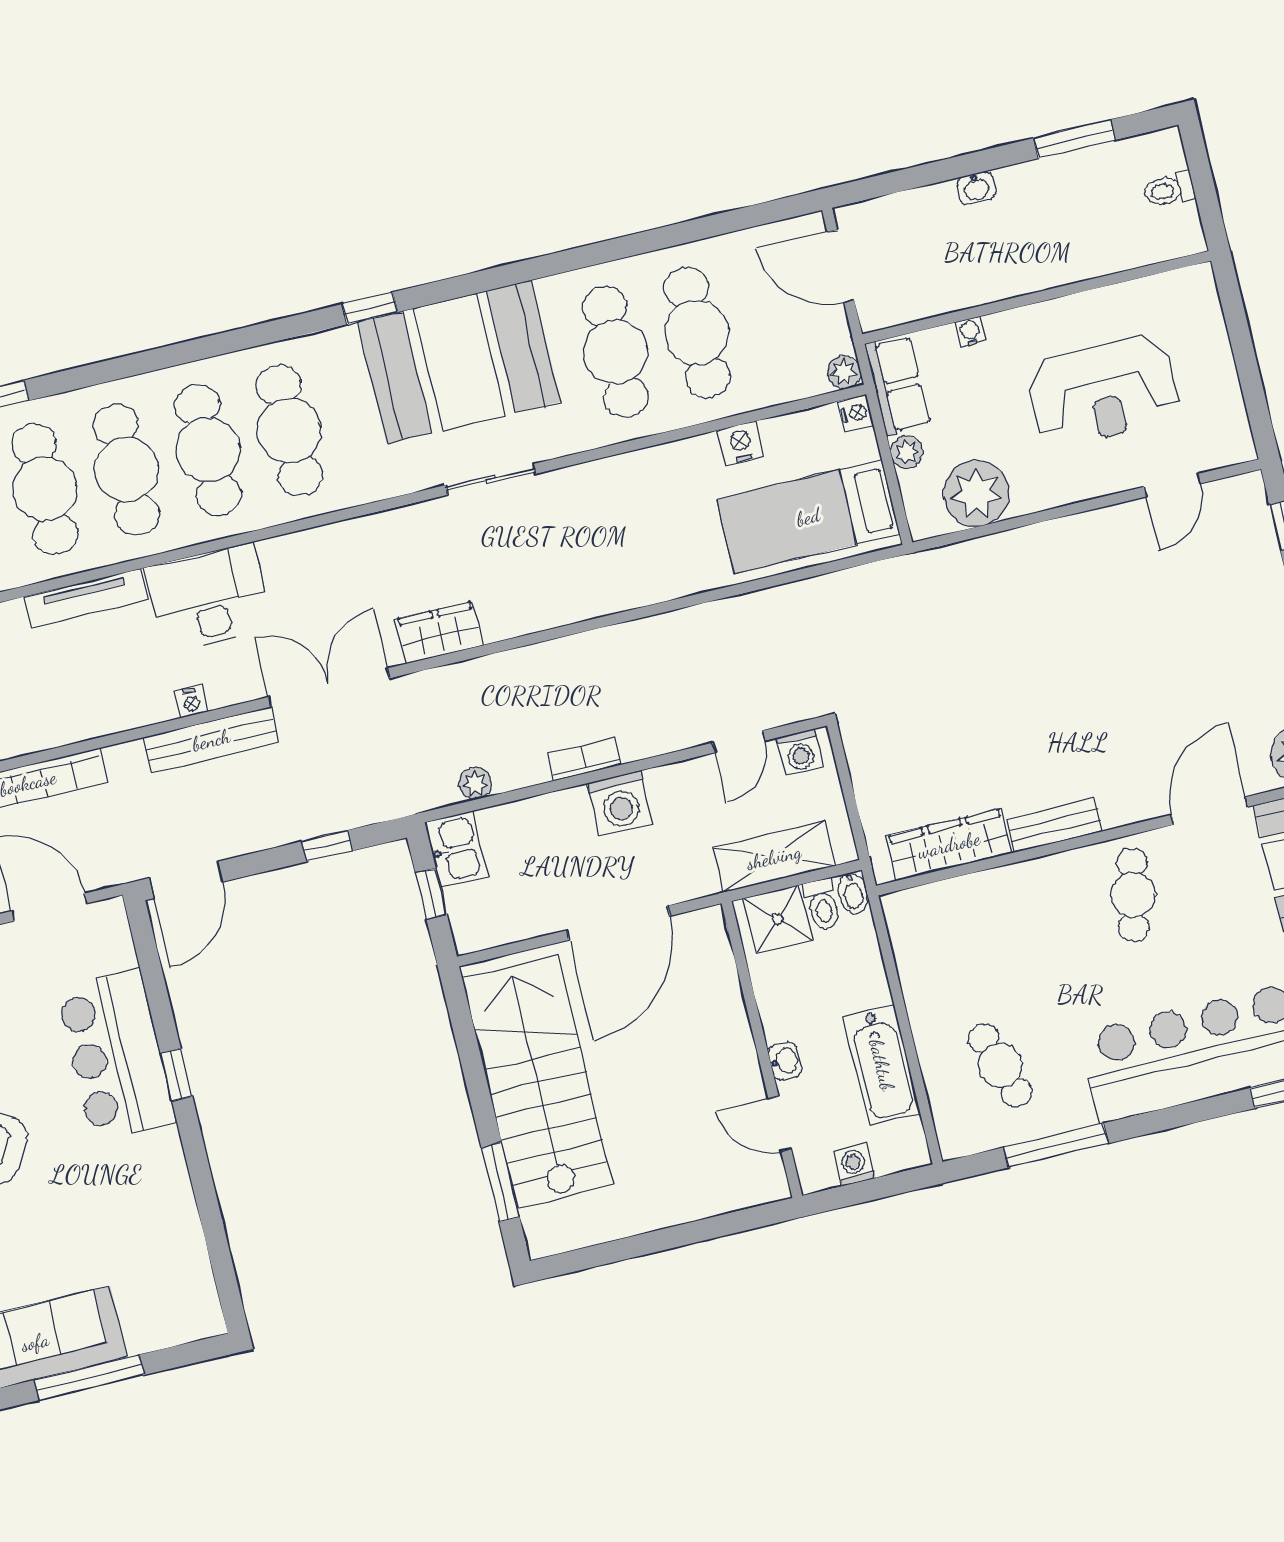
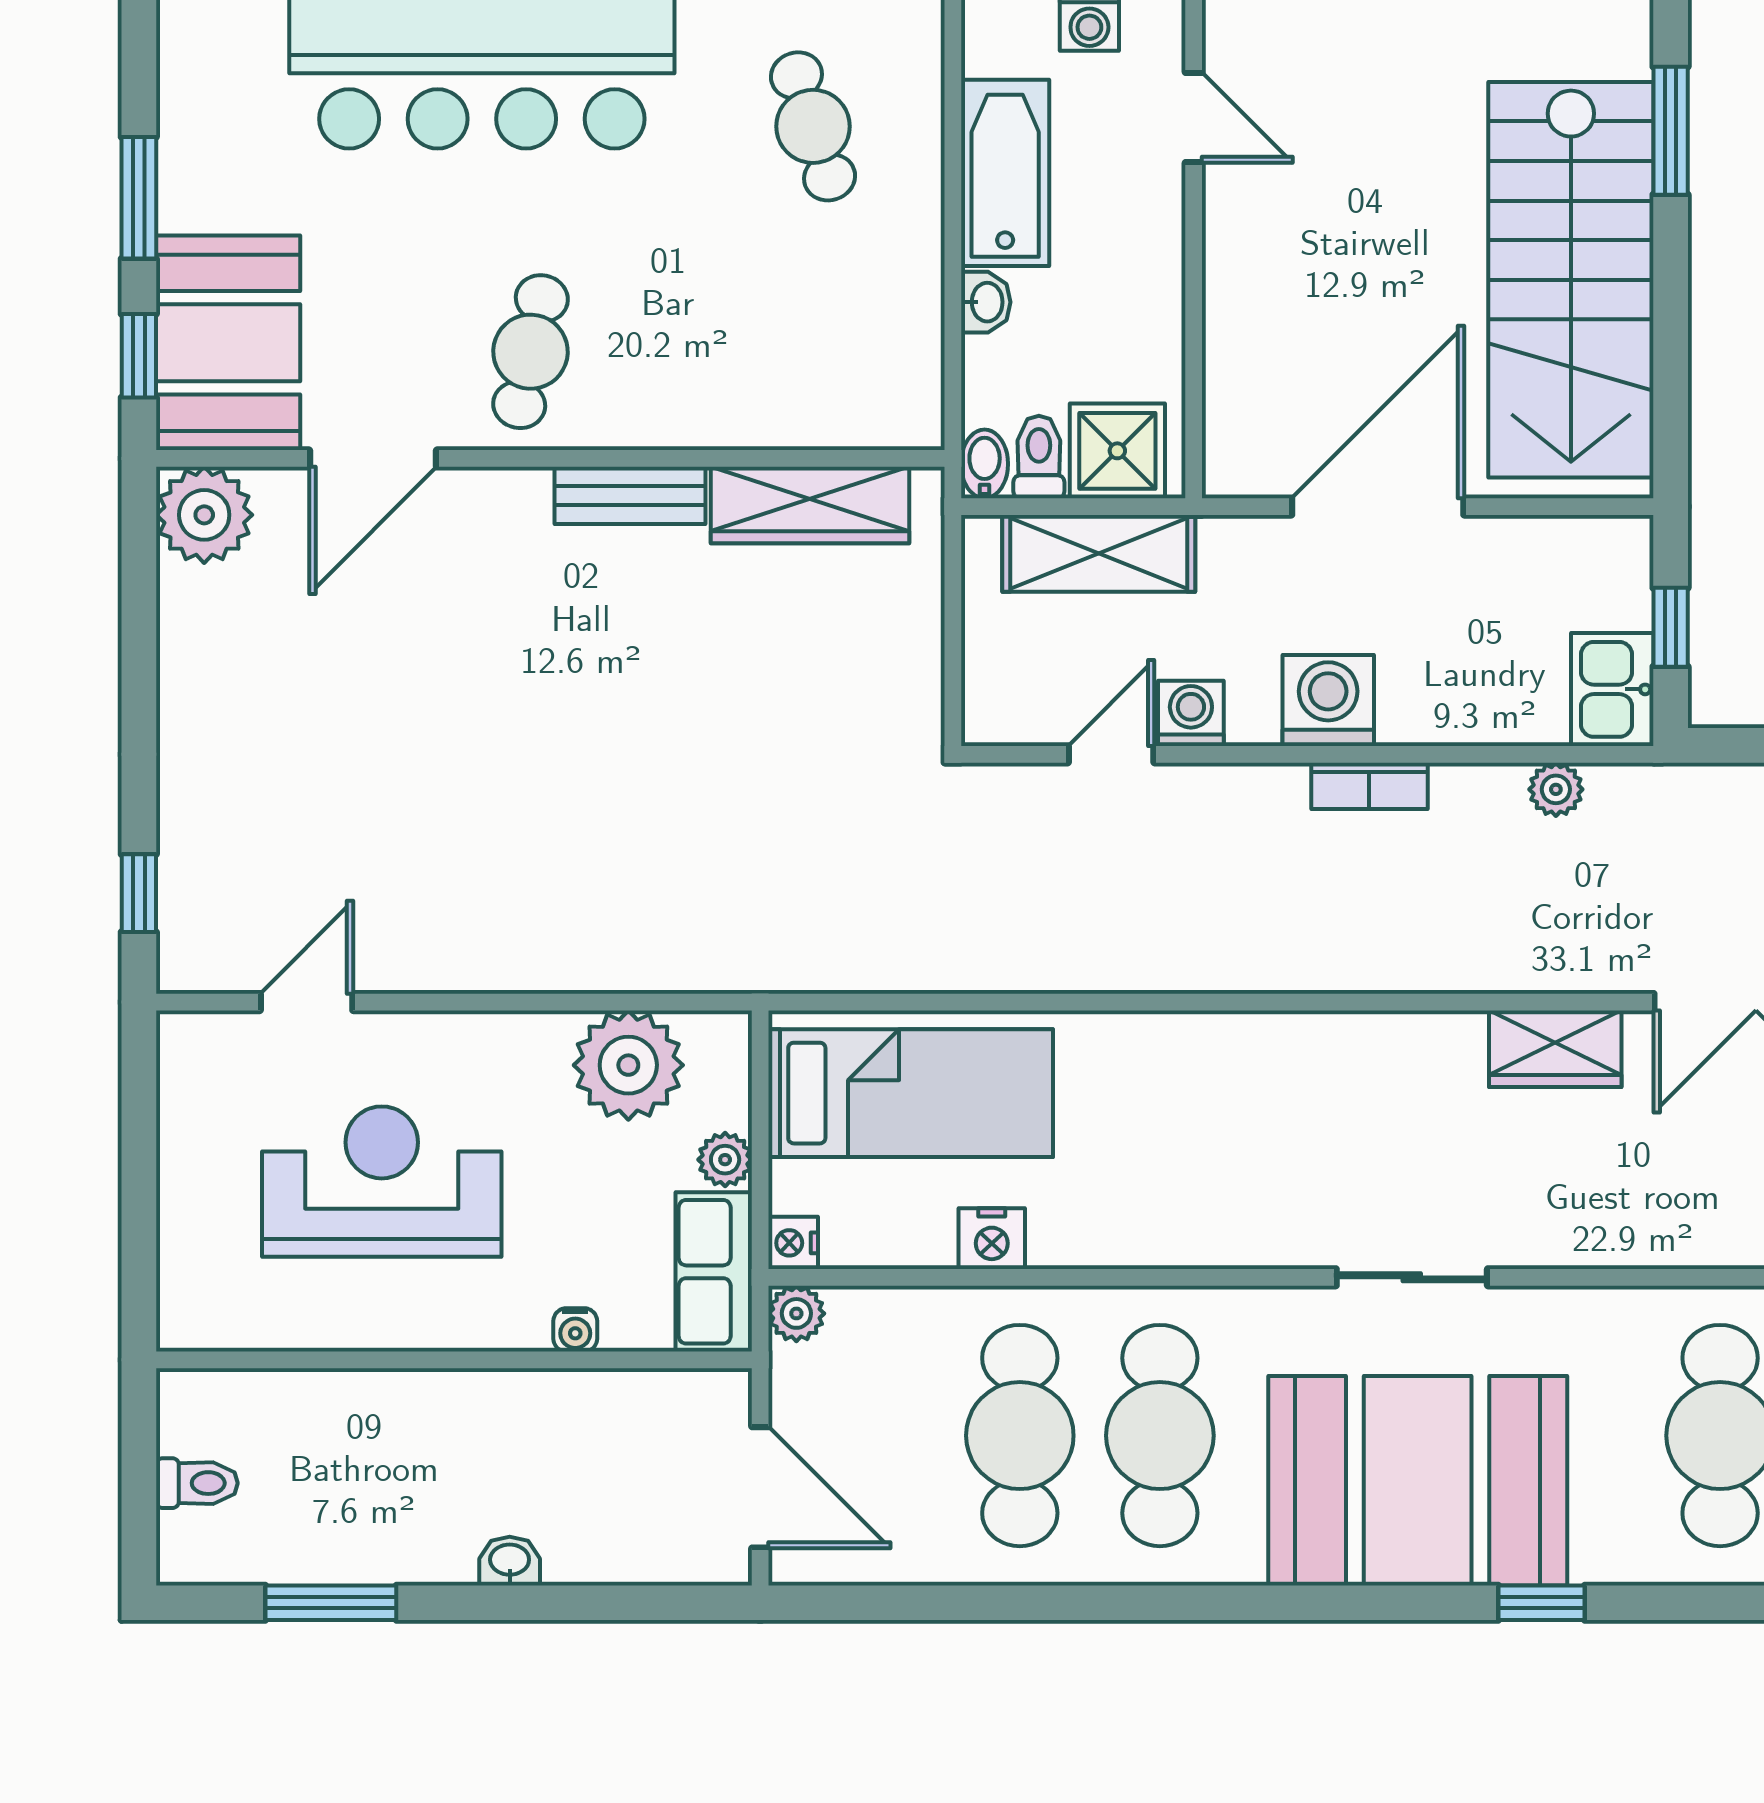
washing machine: (800, 752) -> (1191, 713), moved
washbasin: (785, 1061) -> (986, 302), moved, turned 180

